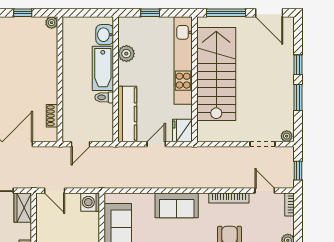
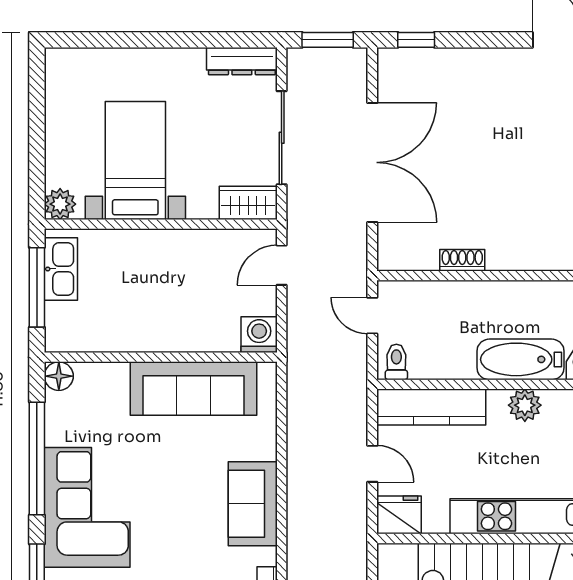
plant: (126, 54) -> (525, 405), moved
toilet: (104, 97) -> (396, 362), moved
shoe rack: (52, 116) -> (462, 260), moved

